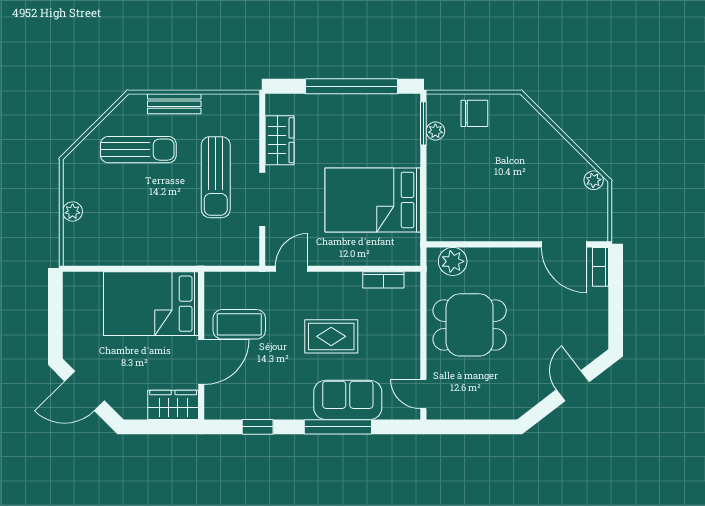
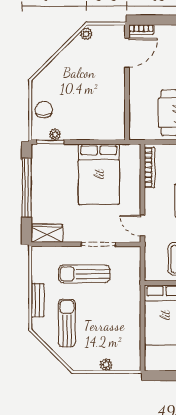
wardrobe: (280, 140) -> (47, 233), moved
sun lounger: (216, 177) -> (84, 274), turned 180
plant: (453, 261) -> (138, 123), removed
bookcase: (383, 280) -> (150, 167), width x1.56

